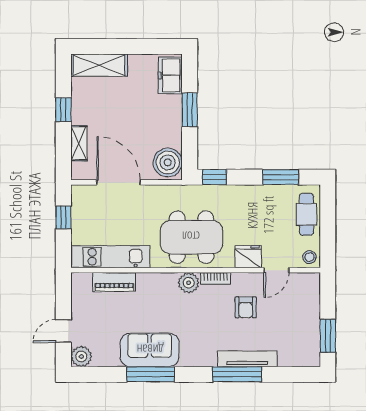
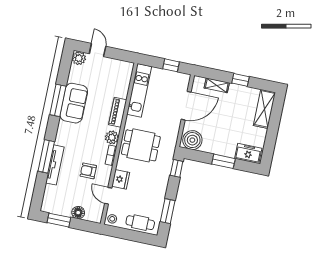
dining table: (191, 237) -> (141, 145), width x0.73
piano: (114, 282) -> (118, 112), moved
floor lamp: (311, 310) -> (78, 213), added

